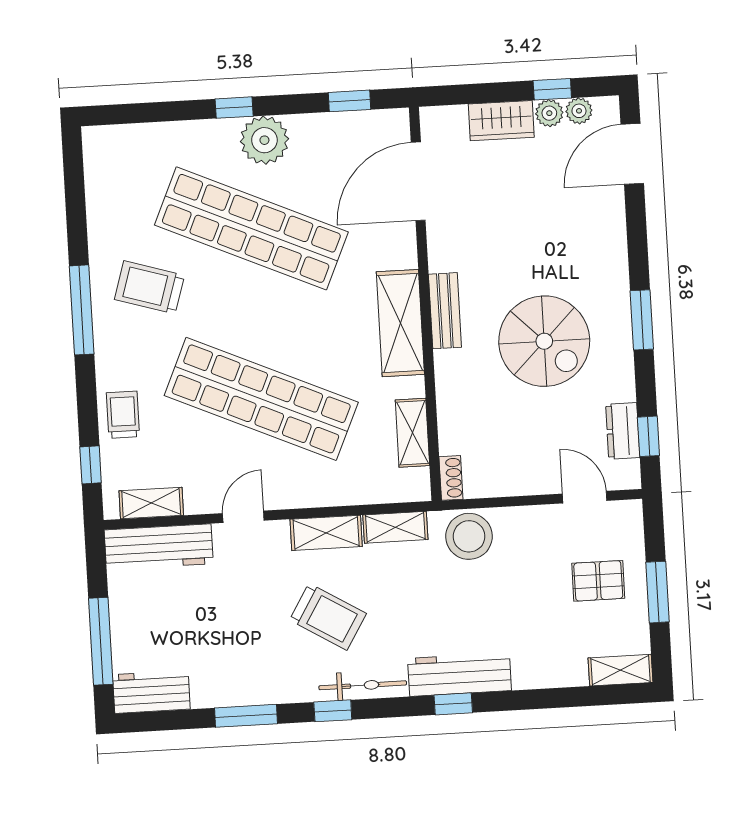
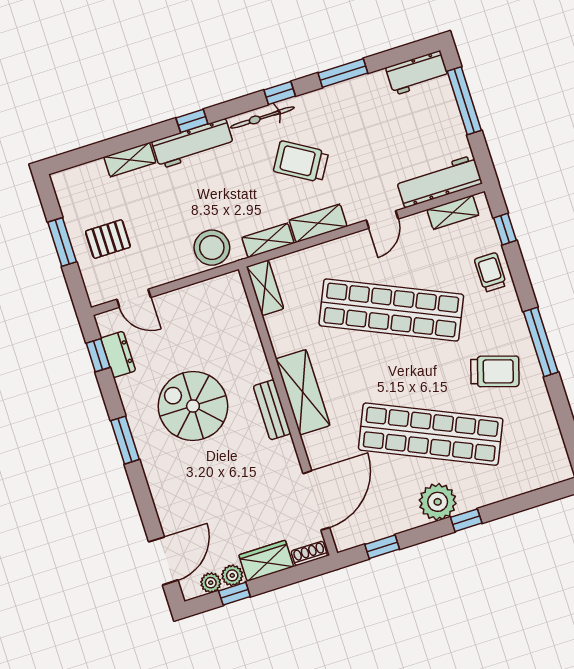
trolley: (123, 415) -> (490, 272), turned 180
shelving: (412, 433) -> (265, 288), moved
shoe rack: (451, 478) -> (309, 553), moved, turned 90
shelving: (620, 670) -> (130, 160), moved

